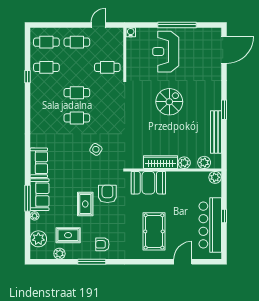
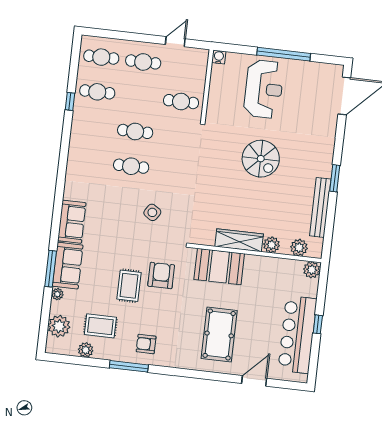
reception desk: (166, 52) -> (264, 89), turned 180
spiral stairs: (169, 102) -> (261, 159), turned 90

